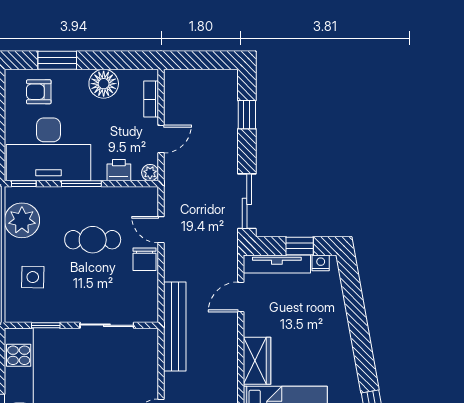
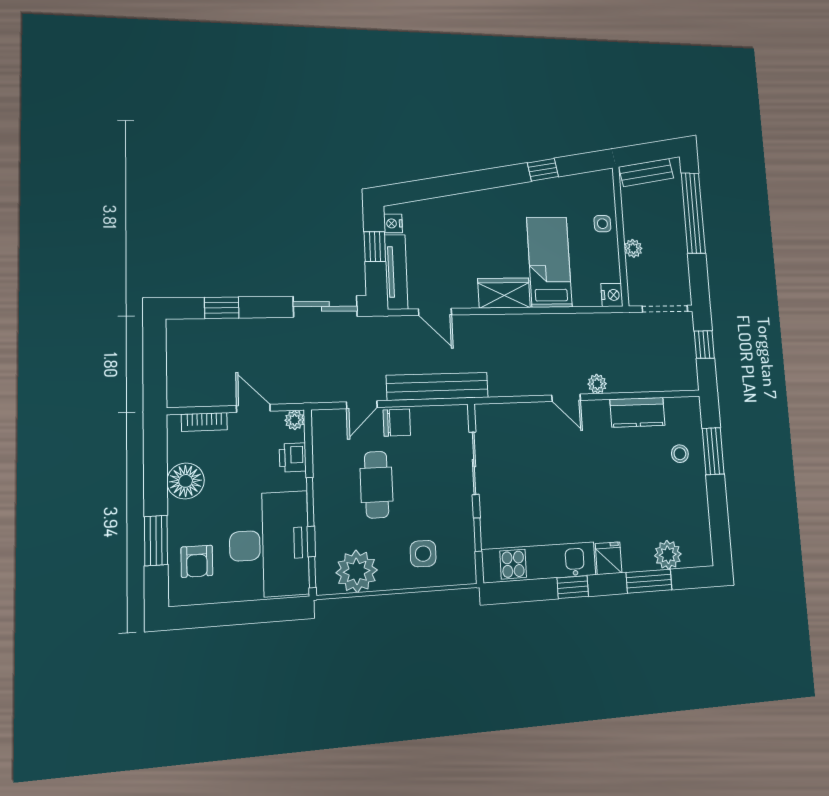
bench: (175, 326) -> (437, 386), moved

